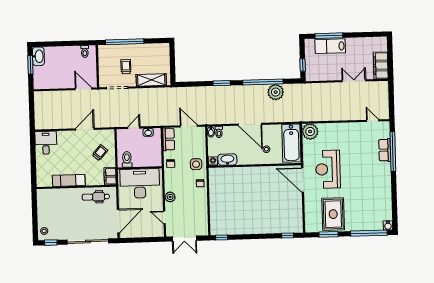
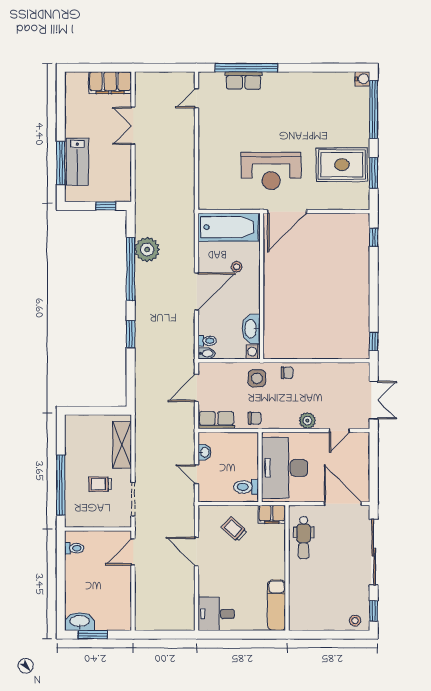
plant: (310, 132) -> (211, 197), removed
exam couch: (69, 180) -> (277, 605), moved

